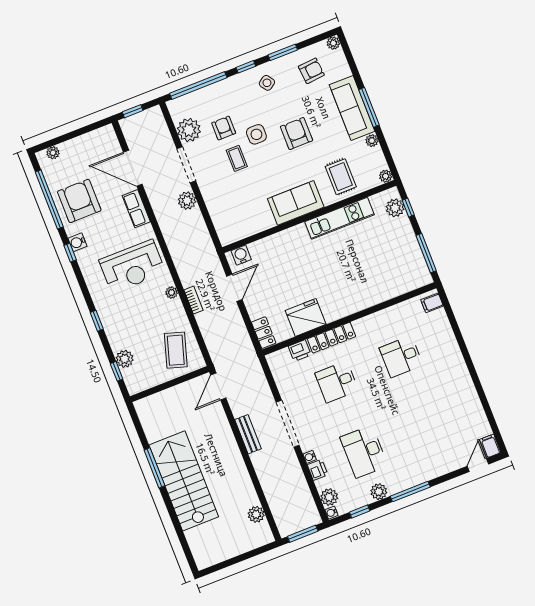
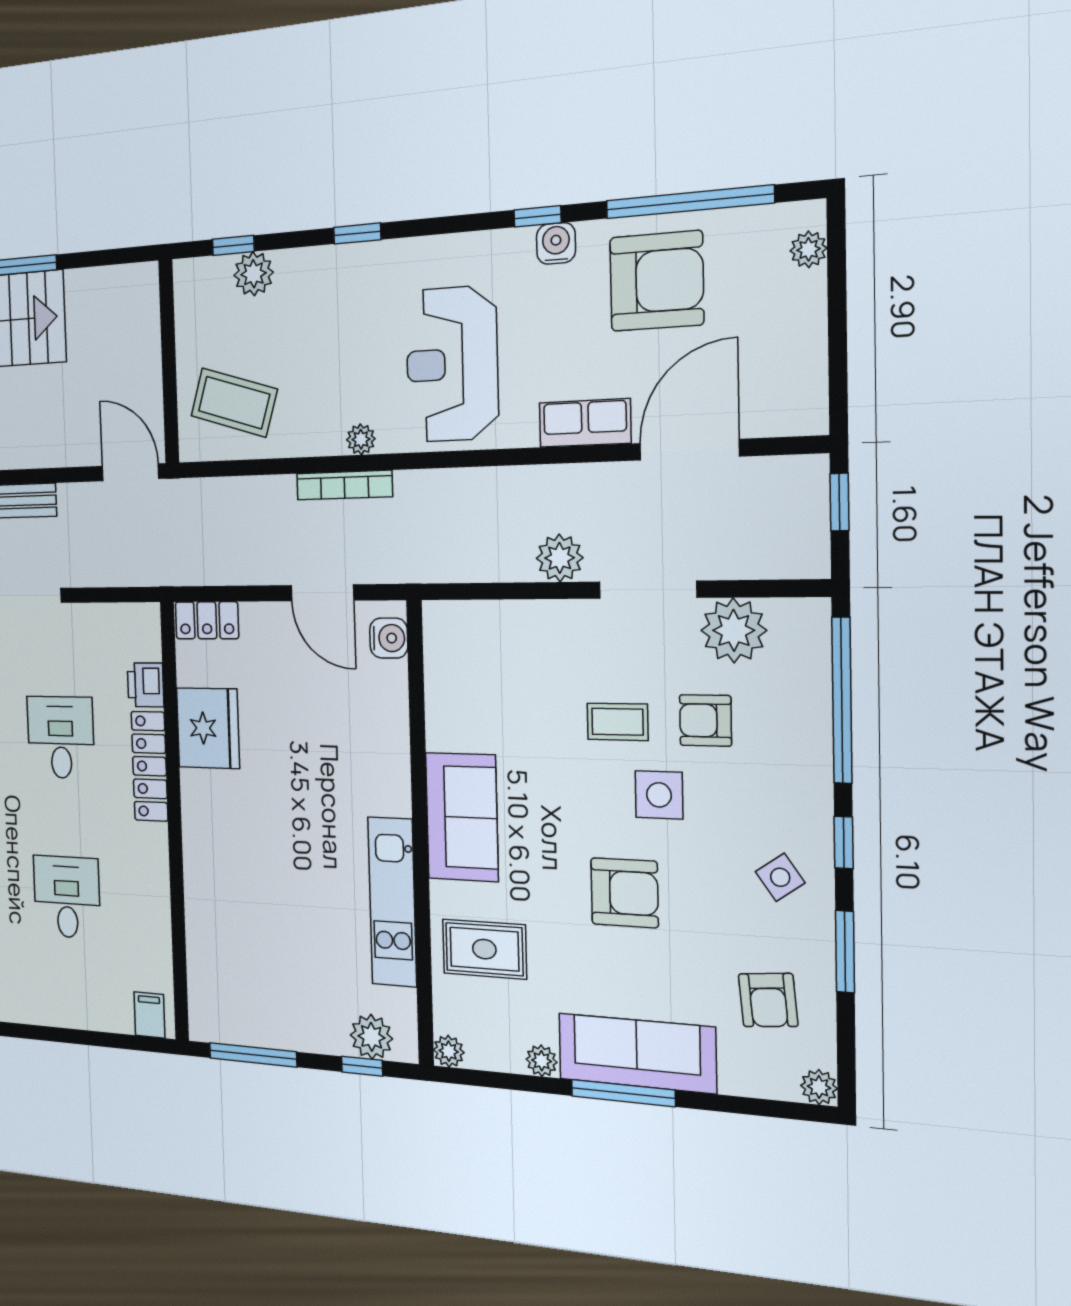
armchair: (224, 128) -> (705, 720), turned 180
bookcase: (194, 300) -> (344, 485), width x1.56

